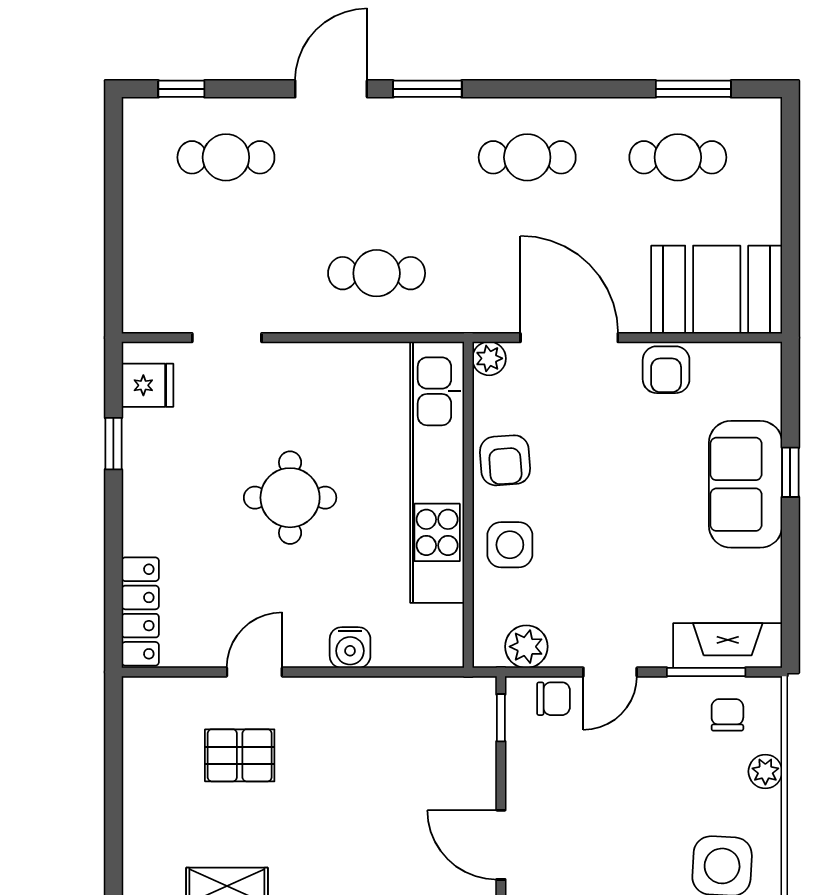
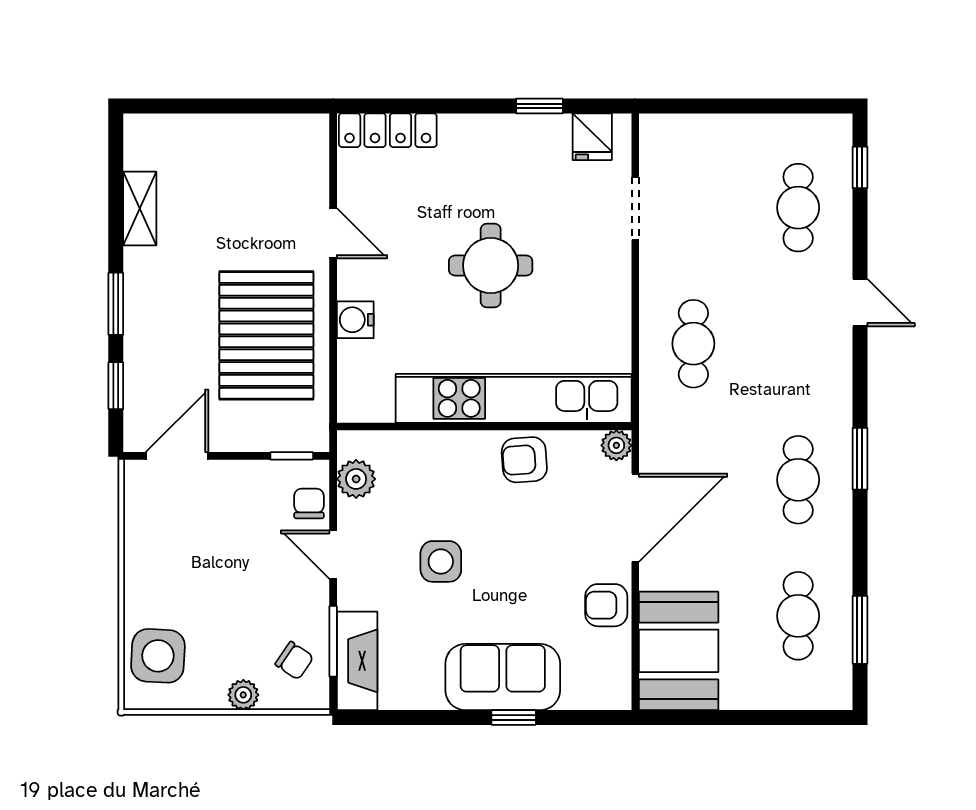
door: (331, 89) -> (860, 303), width x0.73
window: (427, 89) -> (860, 459), moved
side table: (510, 545) -> (441, 561), moved
chair: (553, 699) -> (309, 503), turned 180
chair: (727, 715) -> (294, 661), turned 34
pallet: (240, 755) -> (266, 335), moved, width x2.05, depth x2.00

